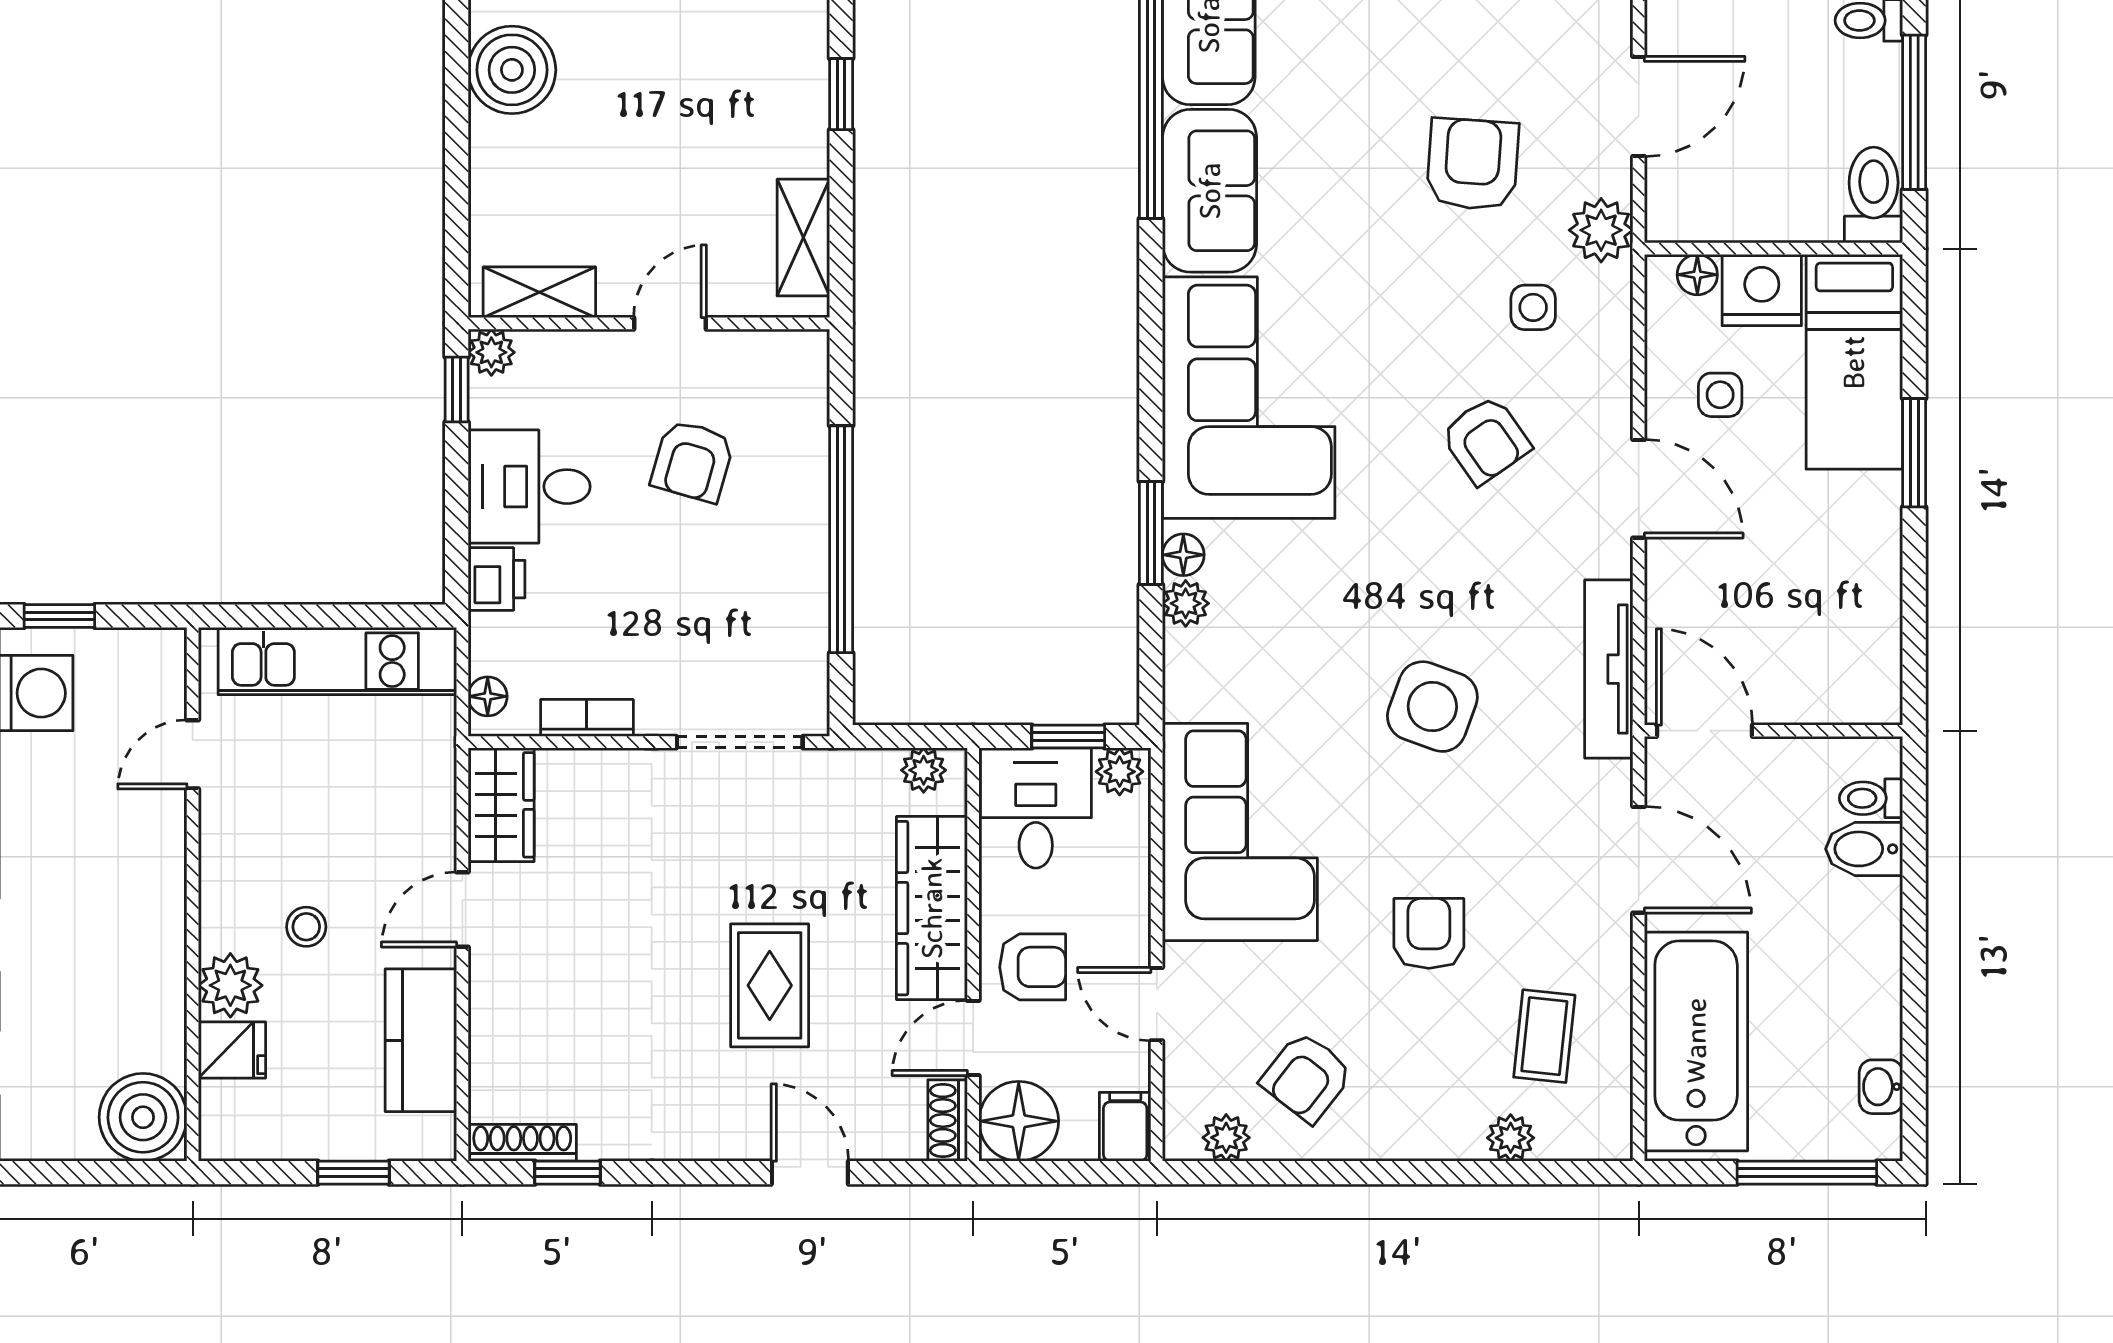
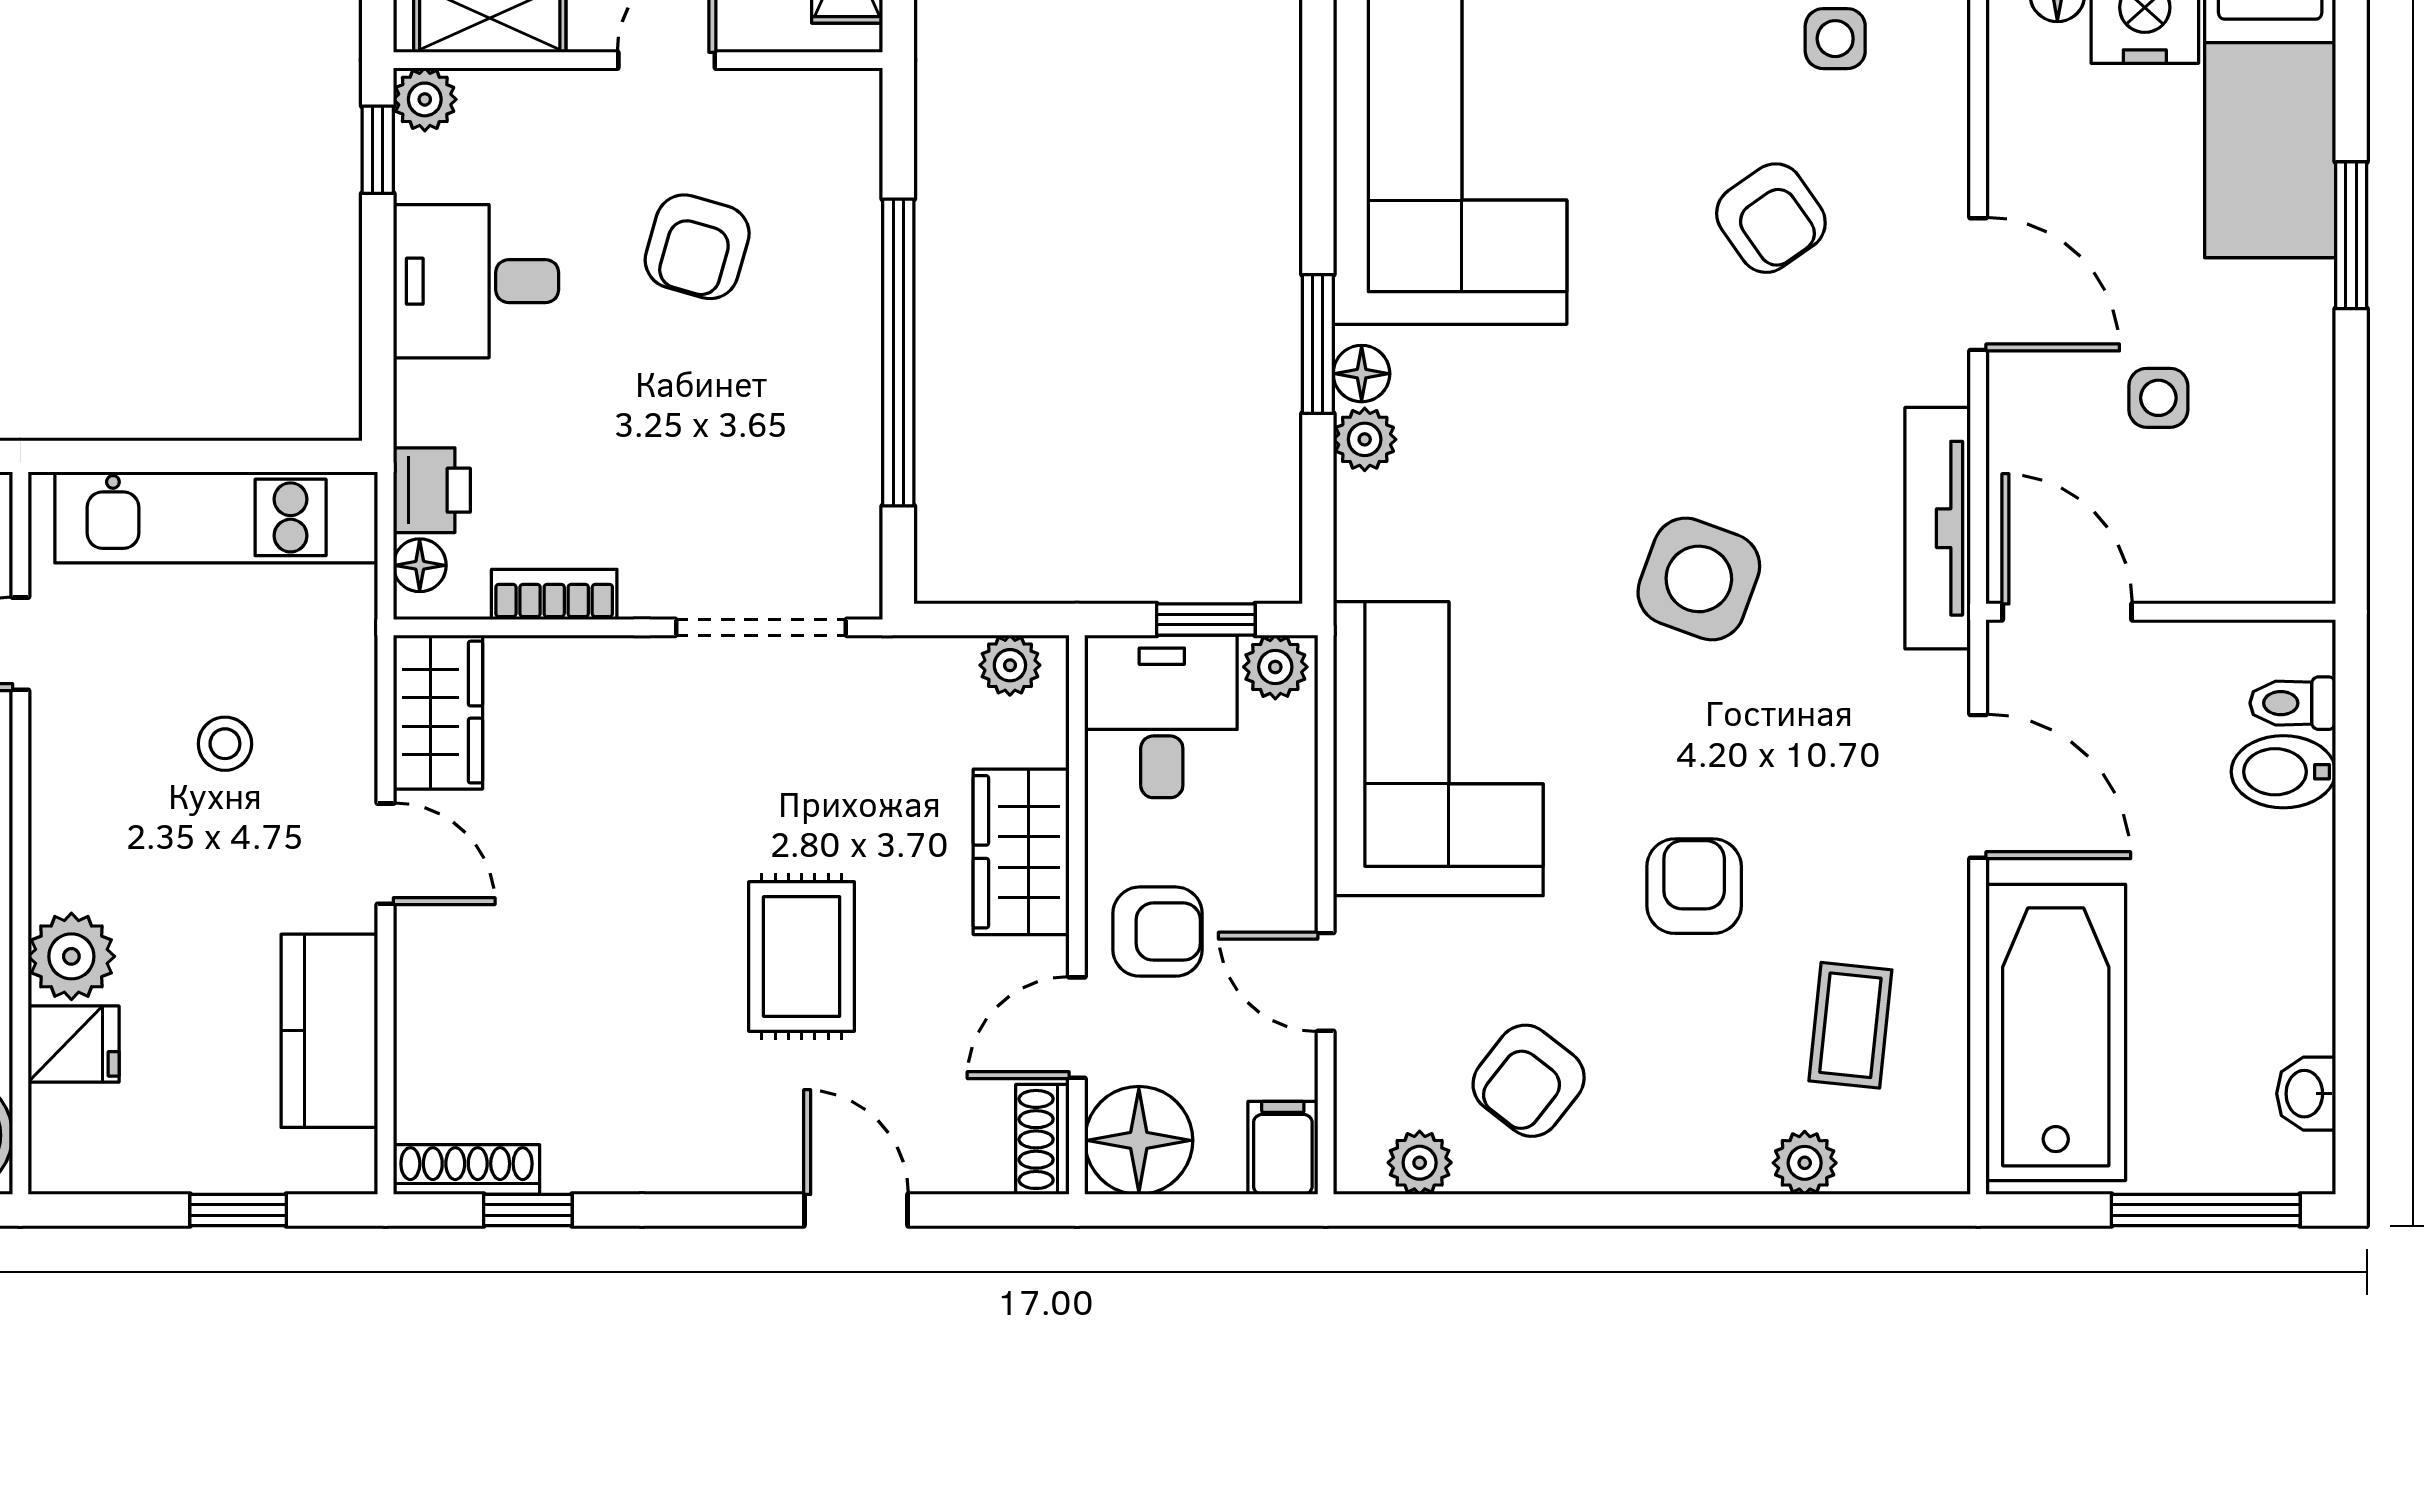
side table: (1720, 395) -> (2158, 398), moved
printer: (497, 579) -> (432, 490), moved
wardrobe: (932, 908) -> (1021, 852), width x0.67
door: (462, 909) -> (385, 854), swing flipped
stool: (306, 927) -> (225, 744), moved

